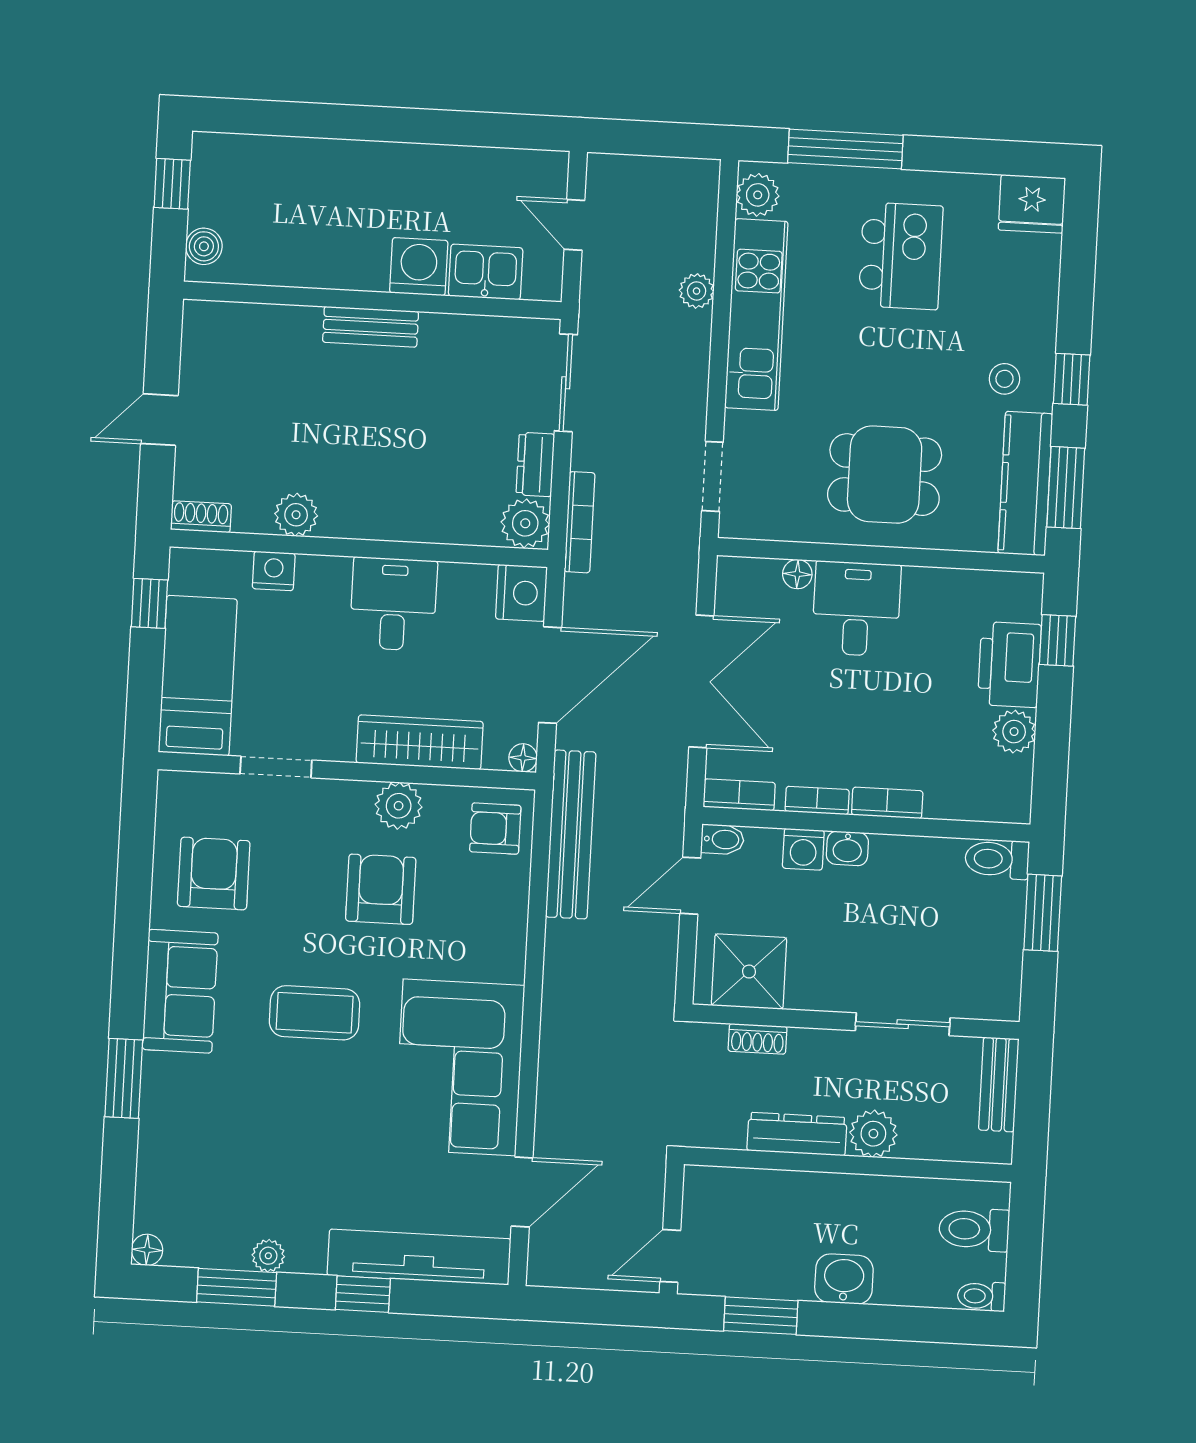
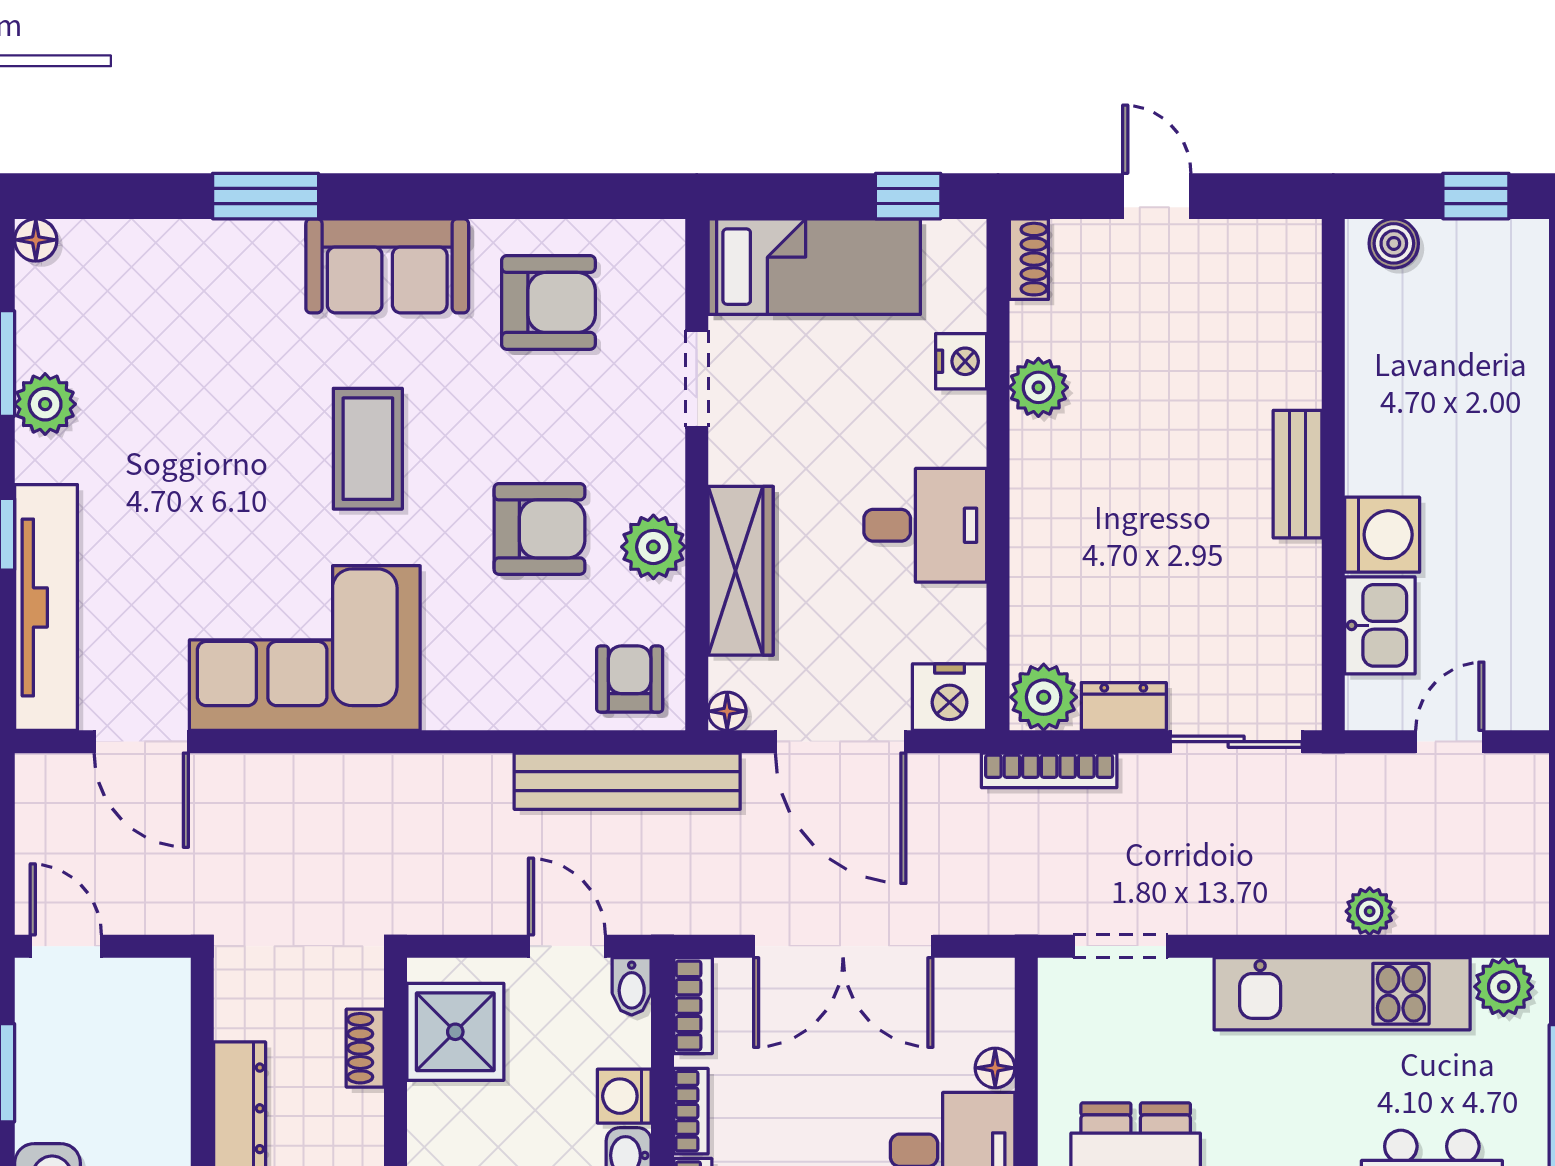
plant: (268, 1256) -> (45, 404), width x1.38, depth x1.38

